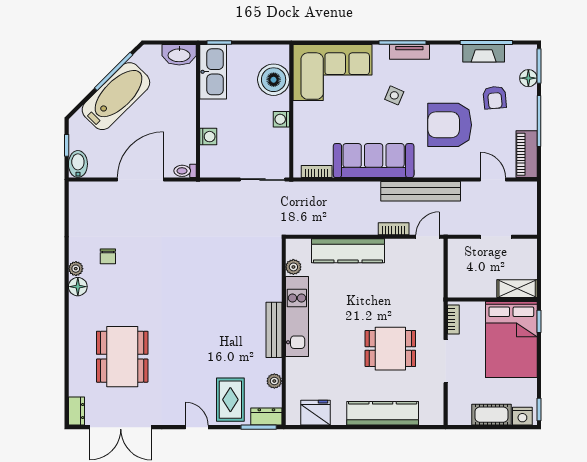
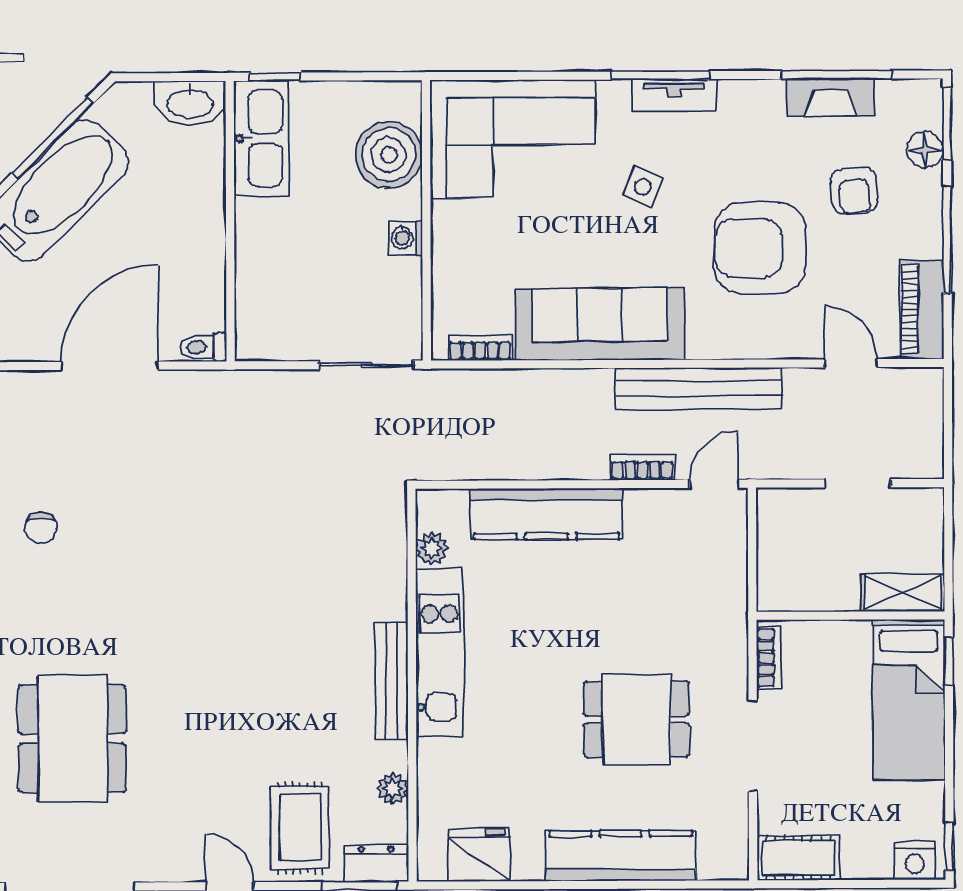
washing machine: (208, 137) -> (252, 275), removed
bed: (511, 340) -> (909, 700), width x0.67
cot: (492, 415) -> (798, 858), moved

